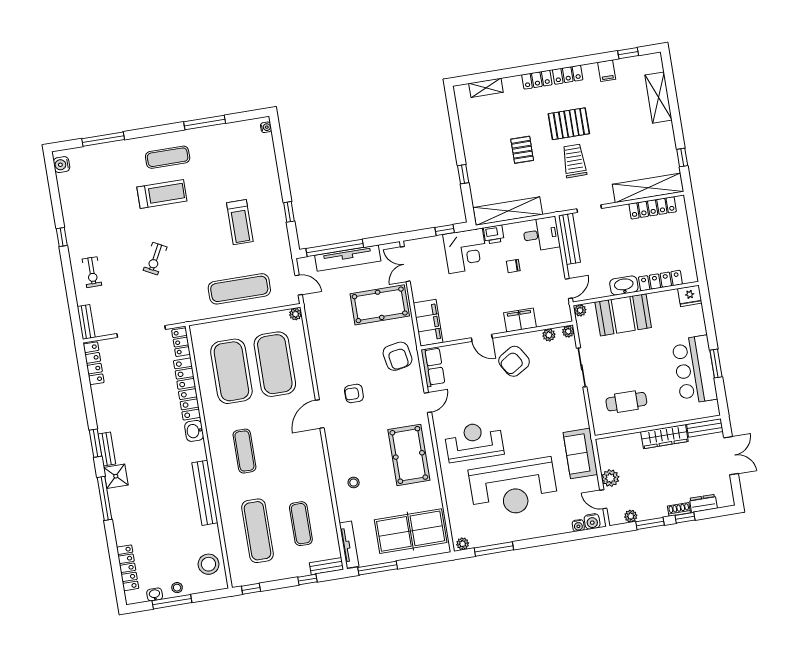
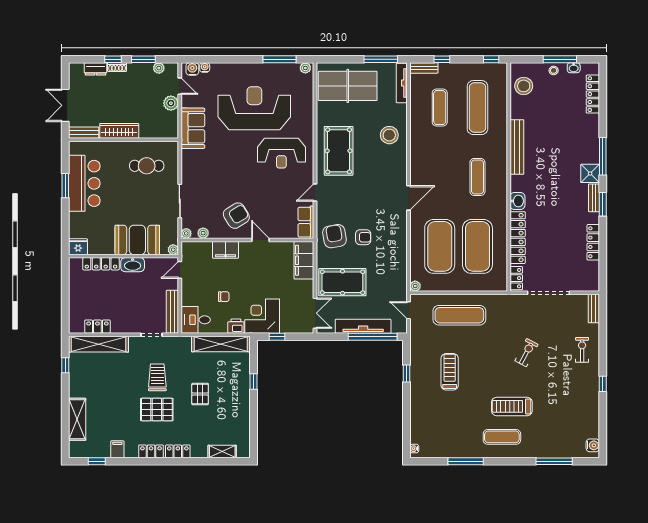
trolley: (574, 161) -> (157, 377), turned 180
locker: (653, 208) -> (97, 327), width x0.66
locker: (94, 363) -> (593, 242), moved
armchair: (354, 393) -> (363, 237), moved
stool: (354, 483) -> (389, 135), width x1.89, depth x1.89

